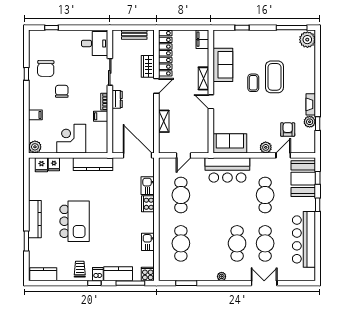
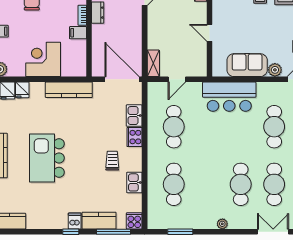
door: (211, 102) -> (210, 33), moved
shelving: (164, 121) -> (153, 63), moved
sofa: (230, 143) -> (247, 65), moved
kitchen island: (74, 221) -> (47, 158), turned 180
trolley: (80, 269) -> (112, 161), moved

